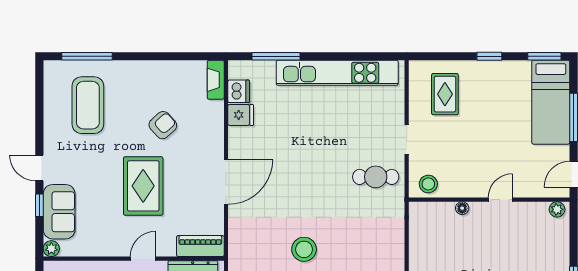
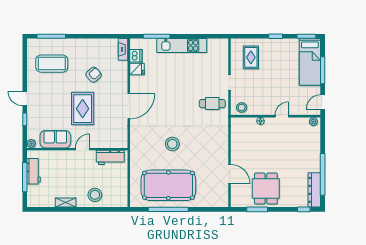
kitchen unit: (337, 73) -> (182, 45), width x0.73
coffee table: (88, 105) -> (52, 64), turned 90
sofa: (59, 212) -> (55, 139), moved, turned -90
piano: (200, 246) -> (114, 142), removed

